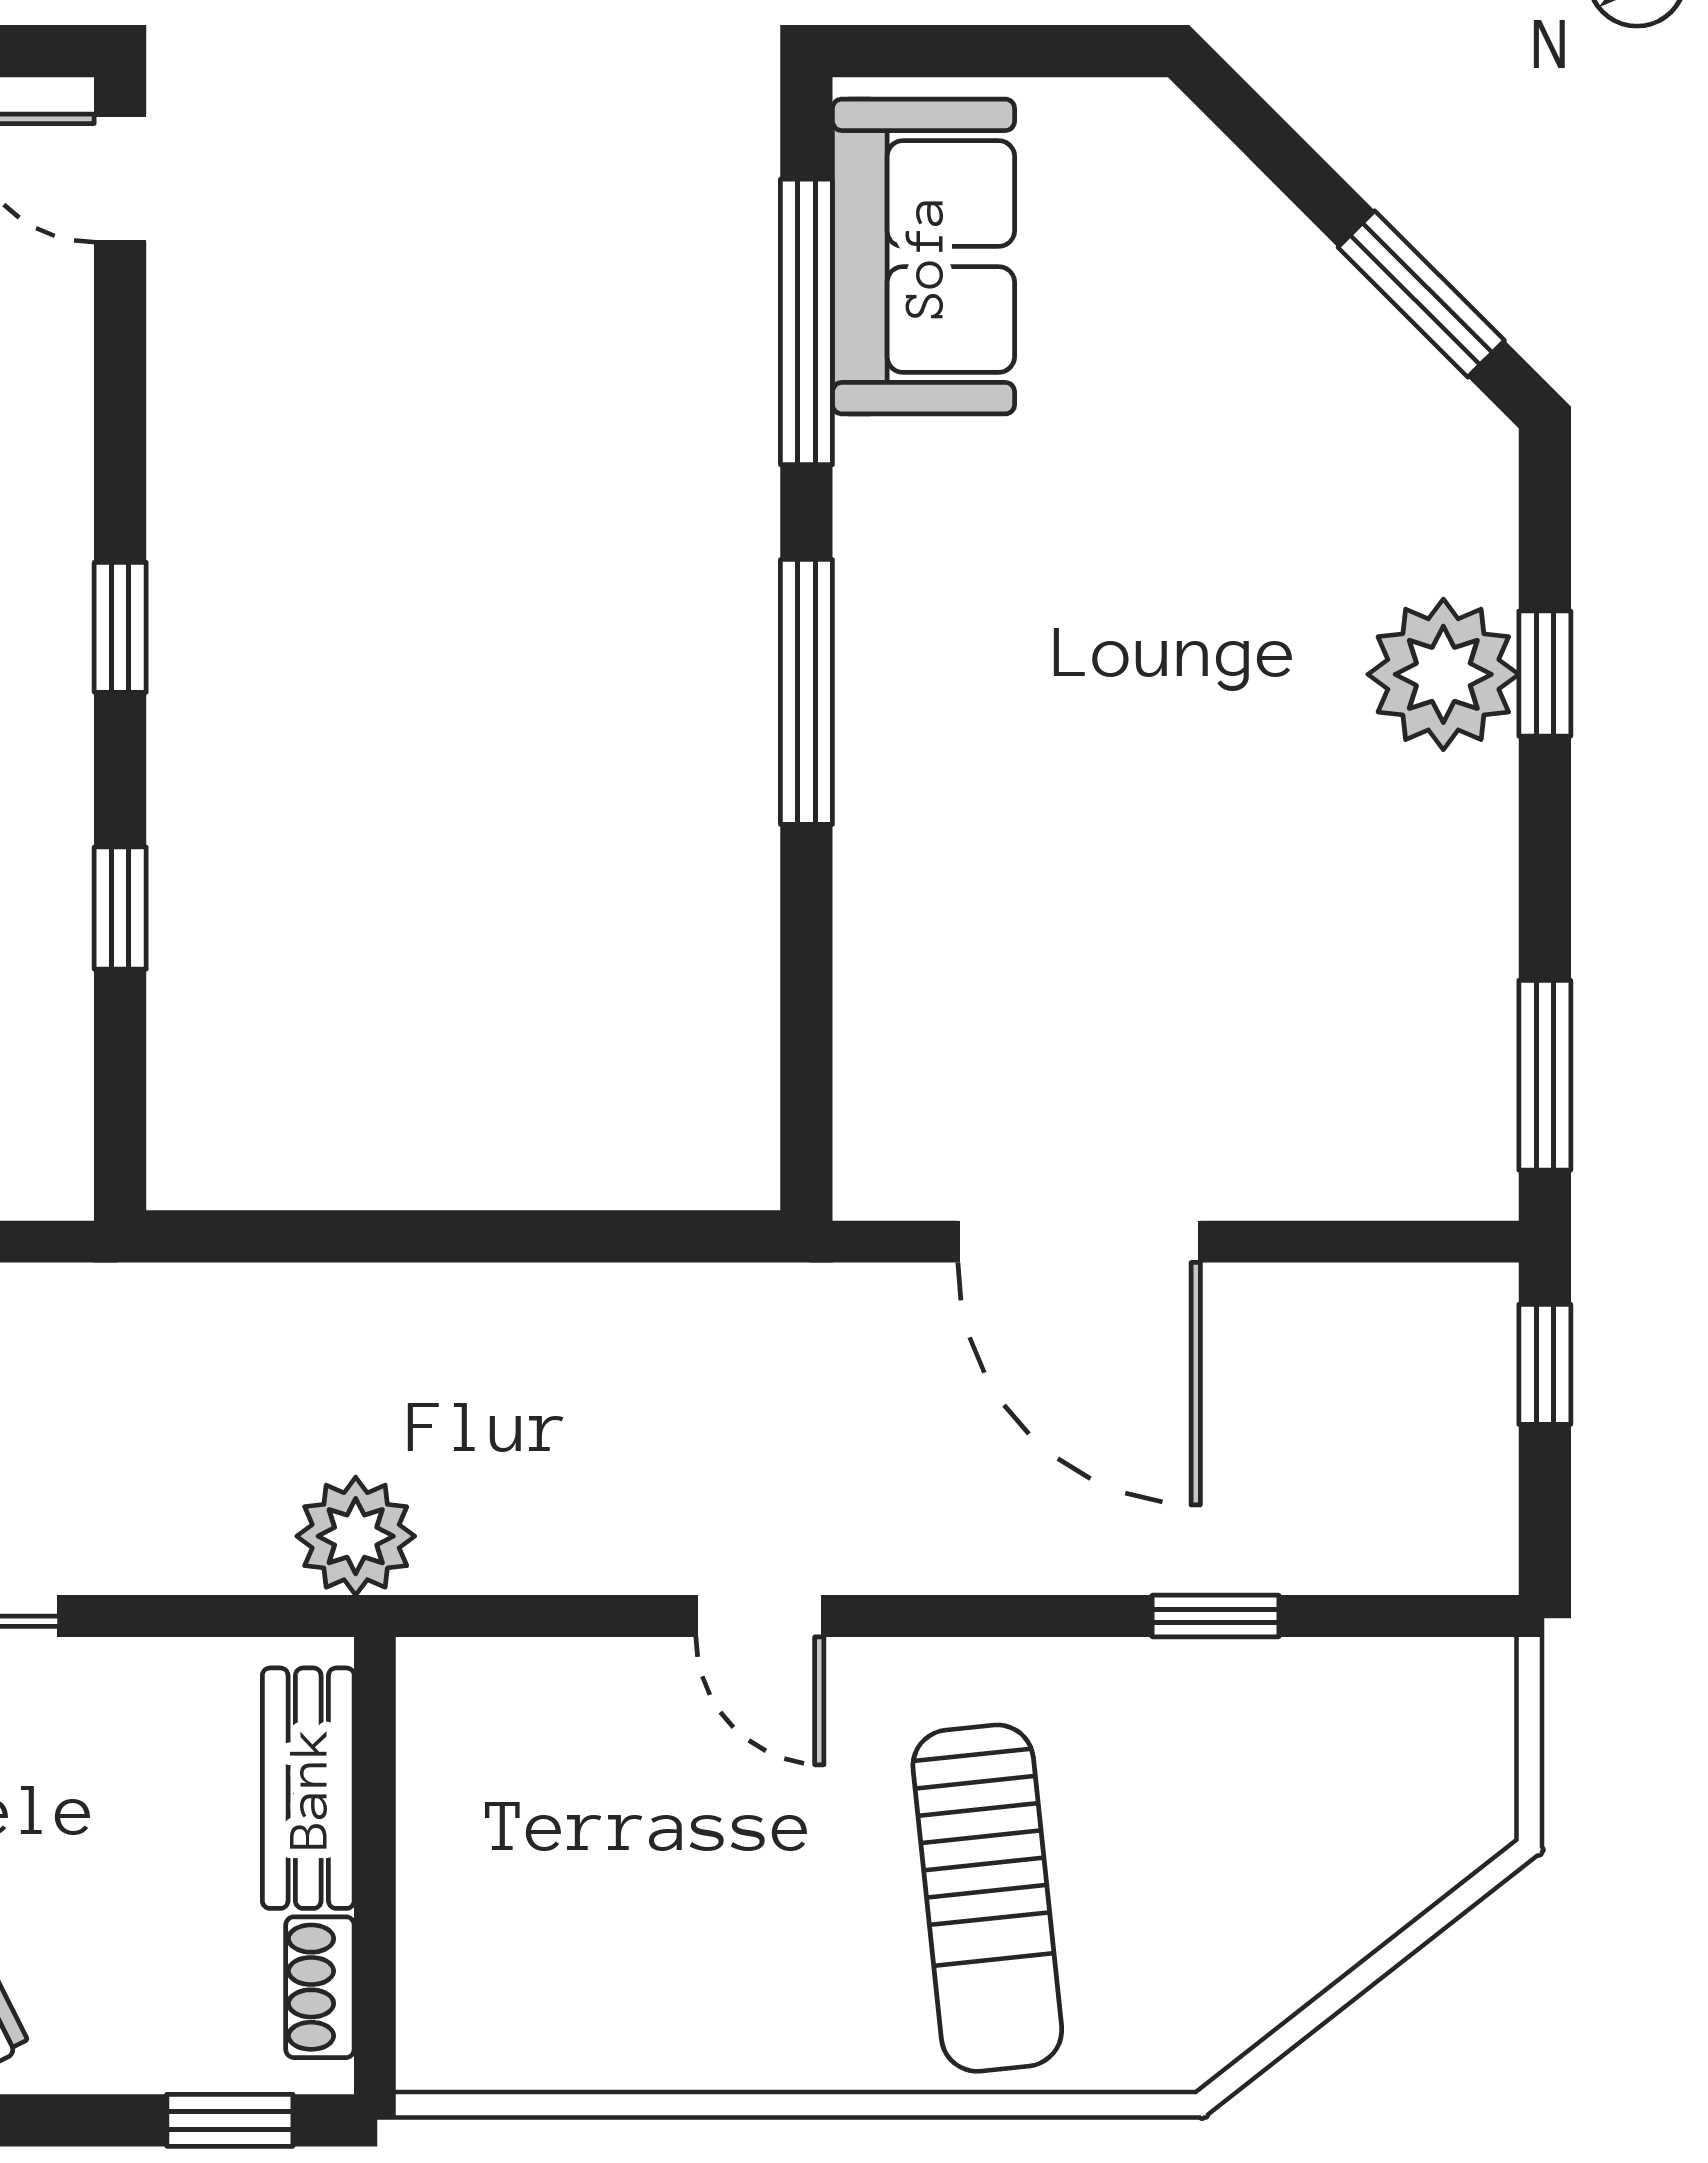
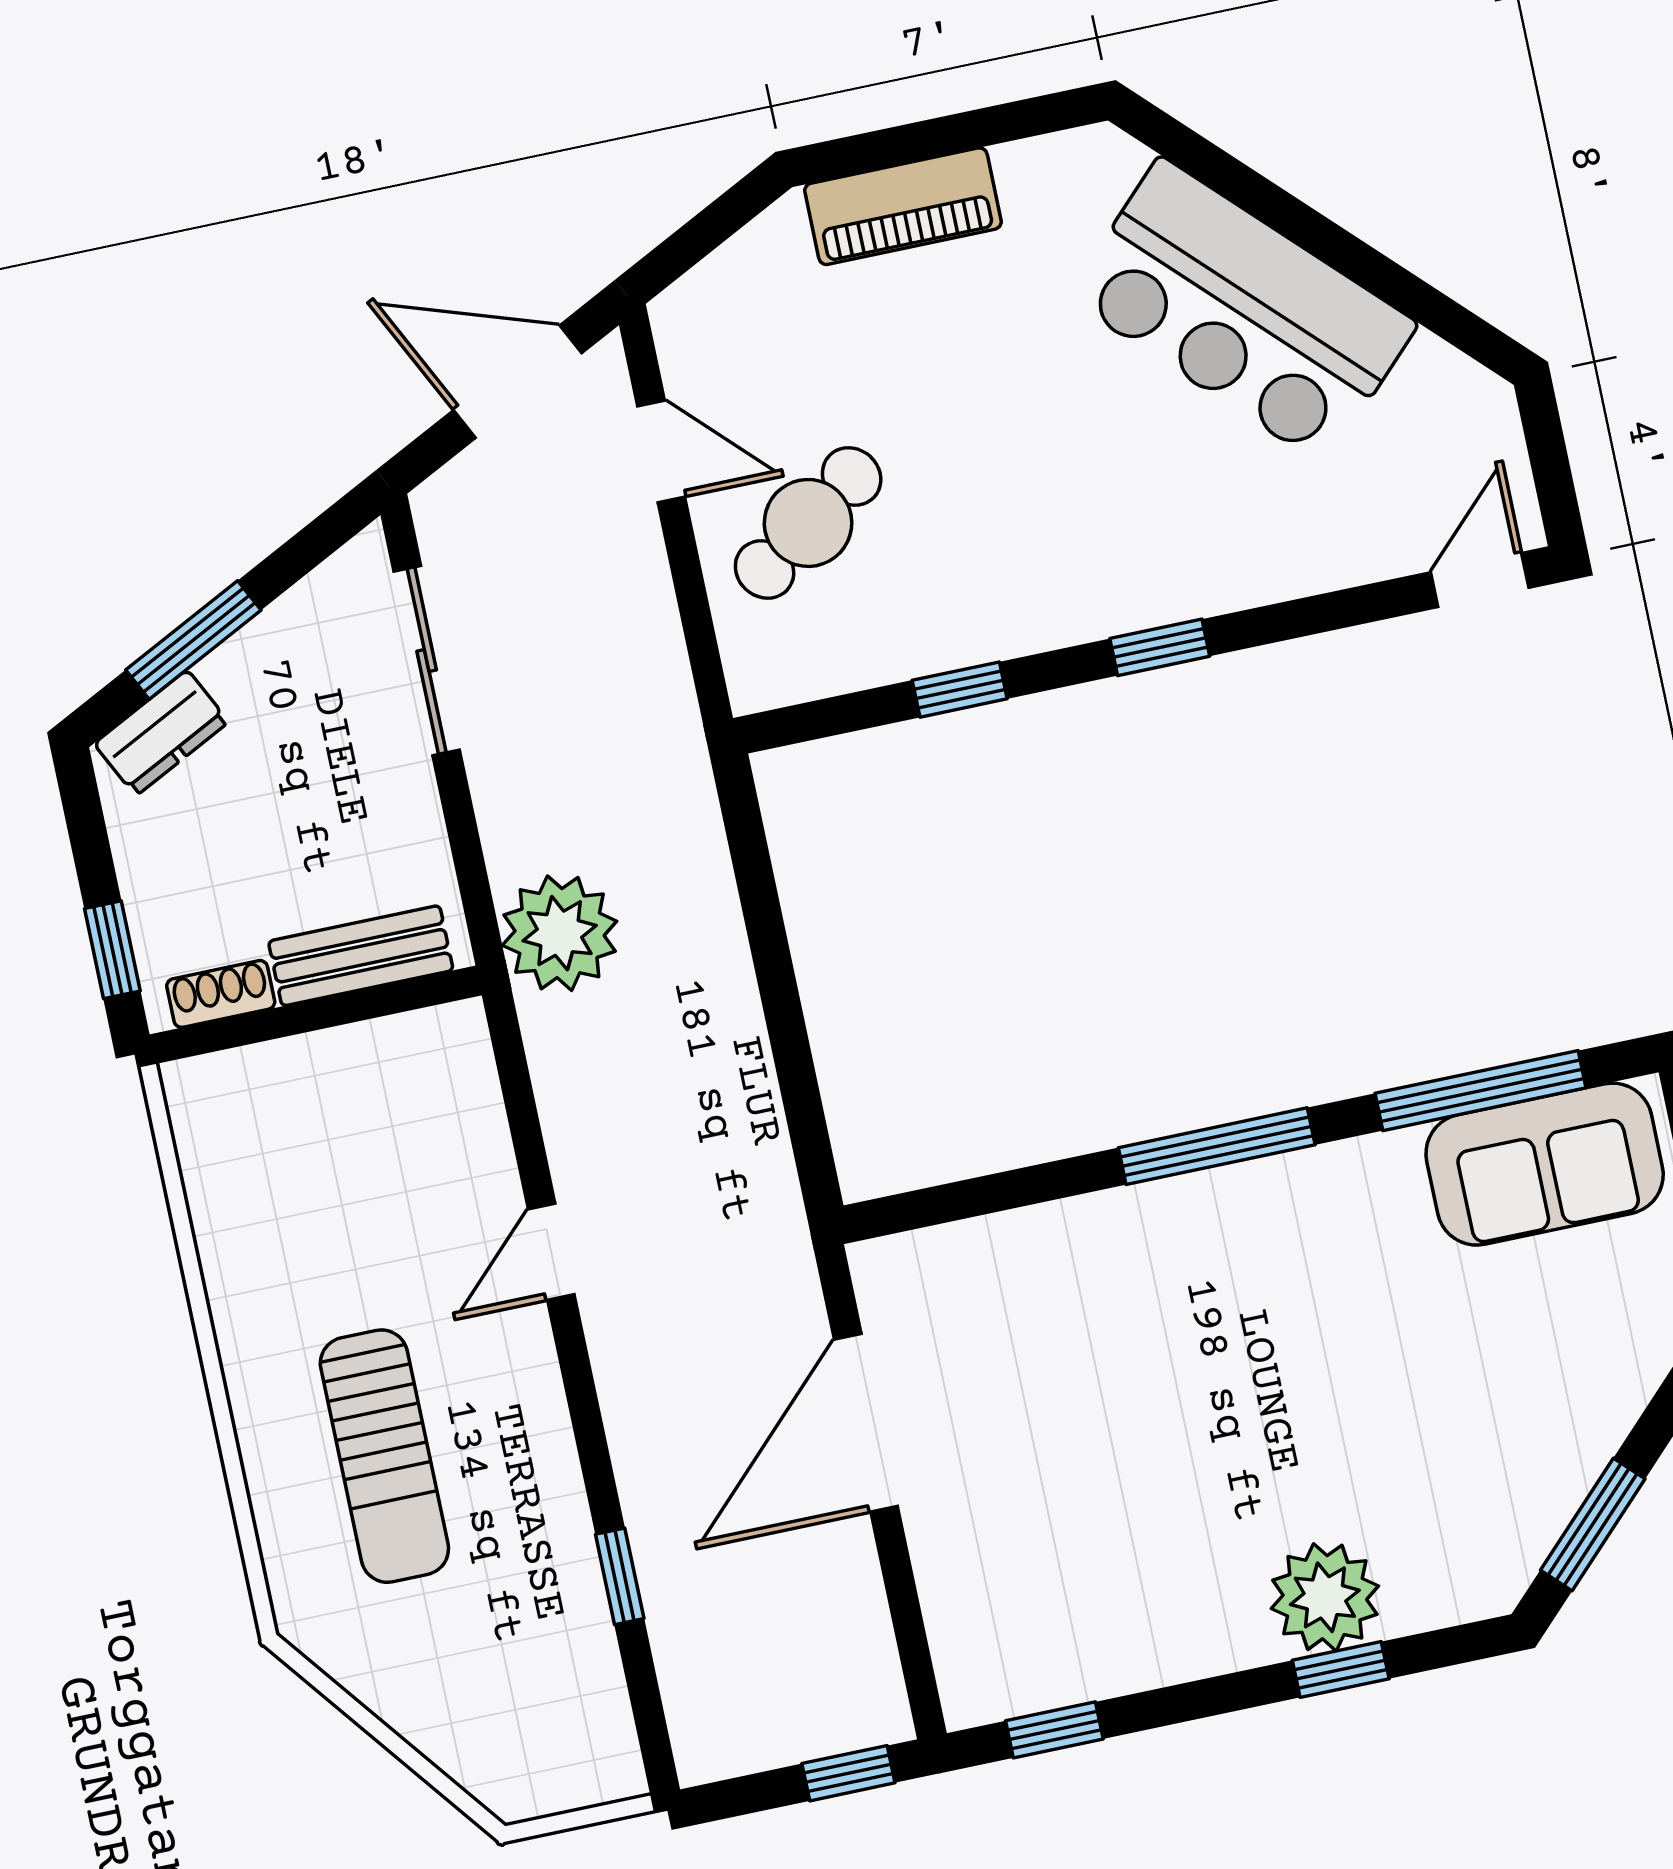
window: (1545, 1075) -> (1054, 1730), width x0.67
plant: (356, 1536) -> (560, 933), width x1.36, depth x1.36
sun lounger: (987, 1898) -> (384, 1456), turned -84

